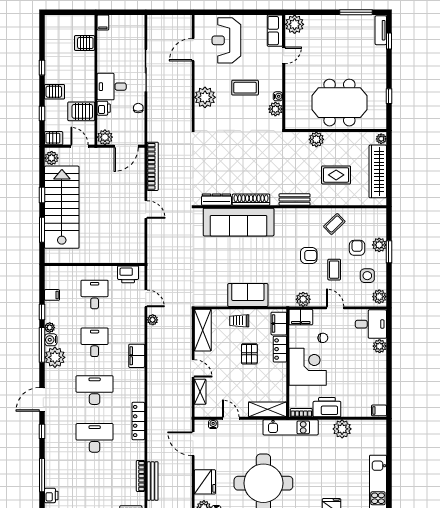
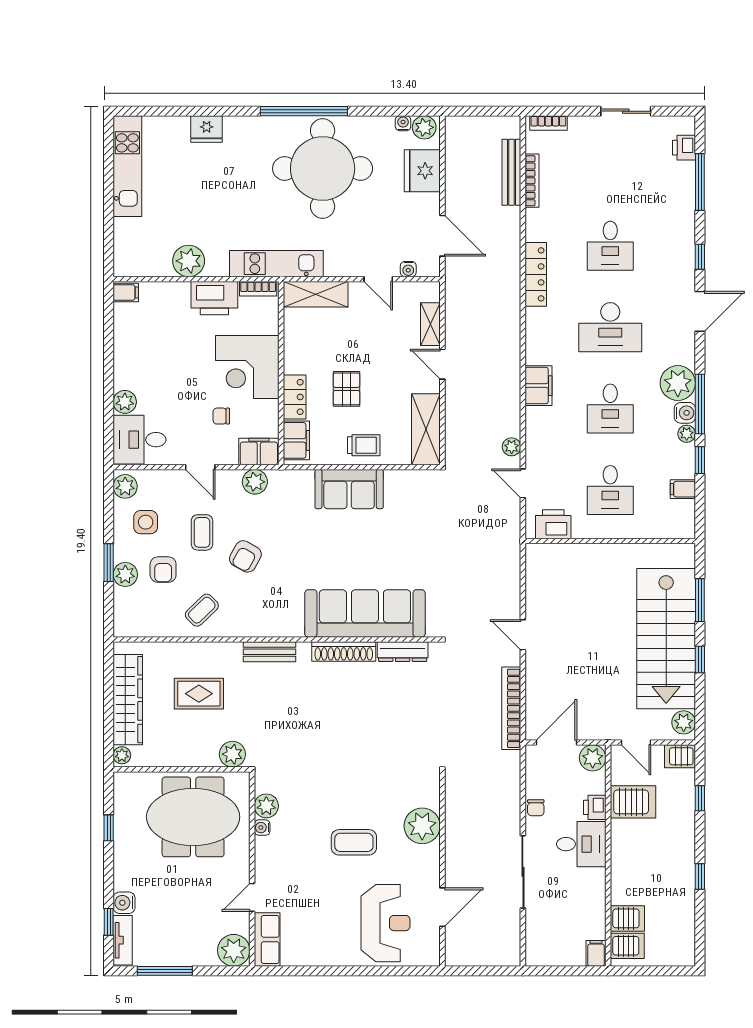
plant: (295, 24) -> (234, 950), moved
row of seats: (275, 31) -> (267, 940), moved
water cooler: (380, 52) -> (124, 903), added
door: (284, 55) -> (252, 897), moved
wall: (284, 72) -> (252, 869), moved
server rack: (55, 92) -> (627, 946), moved, turned 180
water cooler: (278, 96) -> (262, 828), moved
plant: (275, 109) -> (266, 806), moved
armchair: (309, 255) -> (245, 556), turned -61
desk: (95, 438) -> (610, 246), width x0.73

